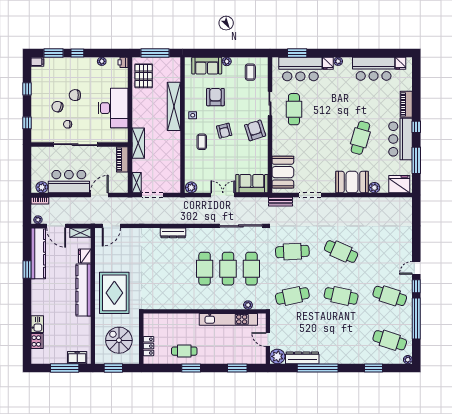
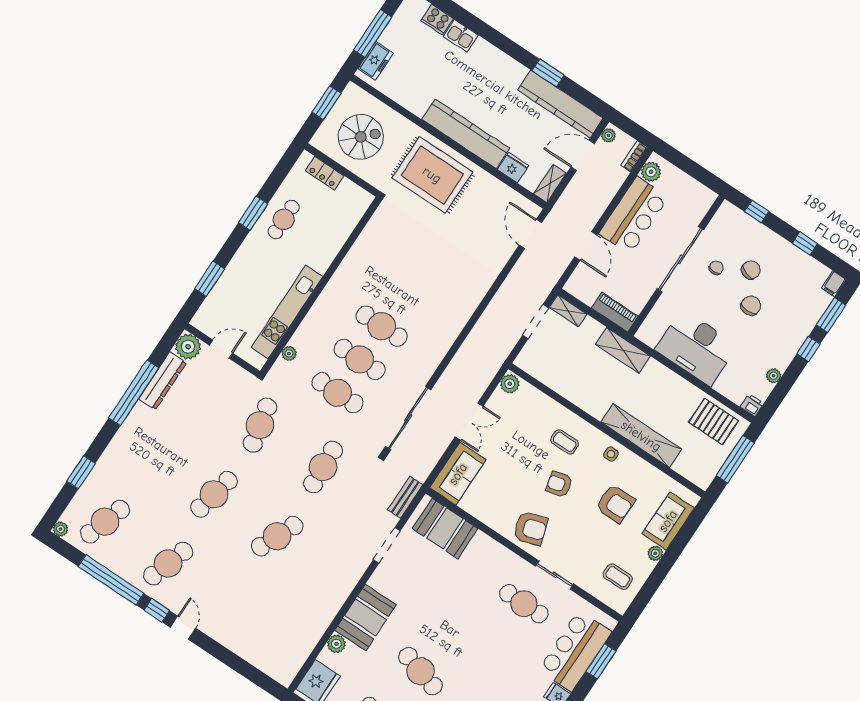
dresser: (173, 233) -> (462, 315), removed

